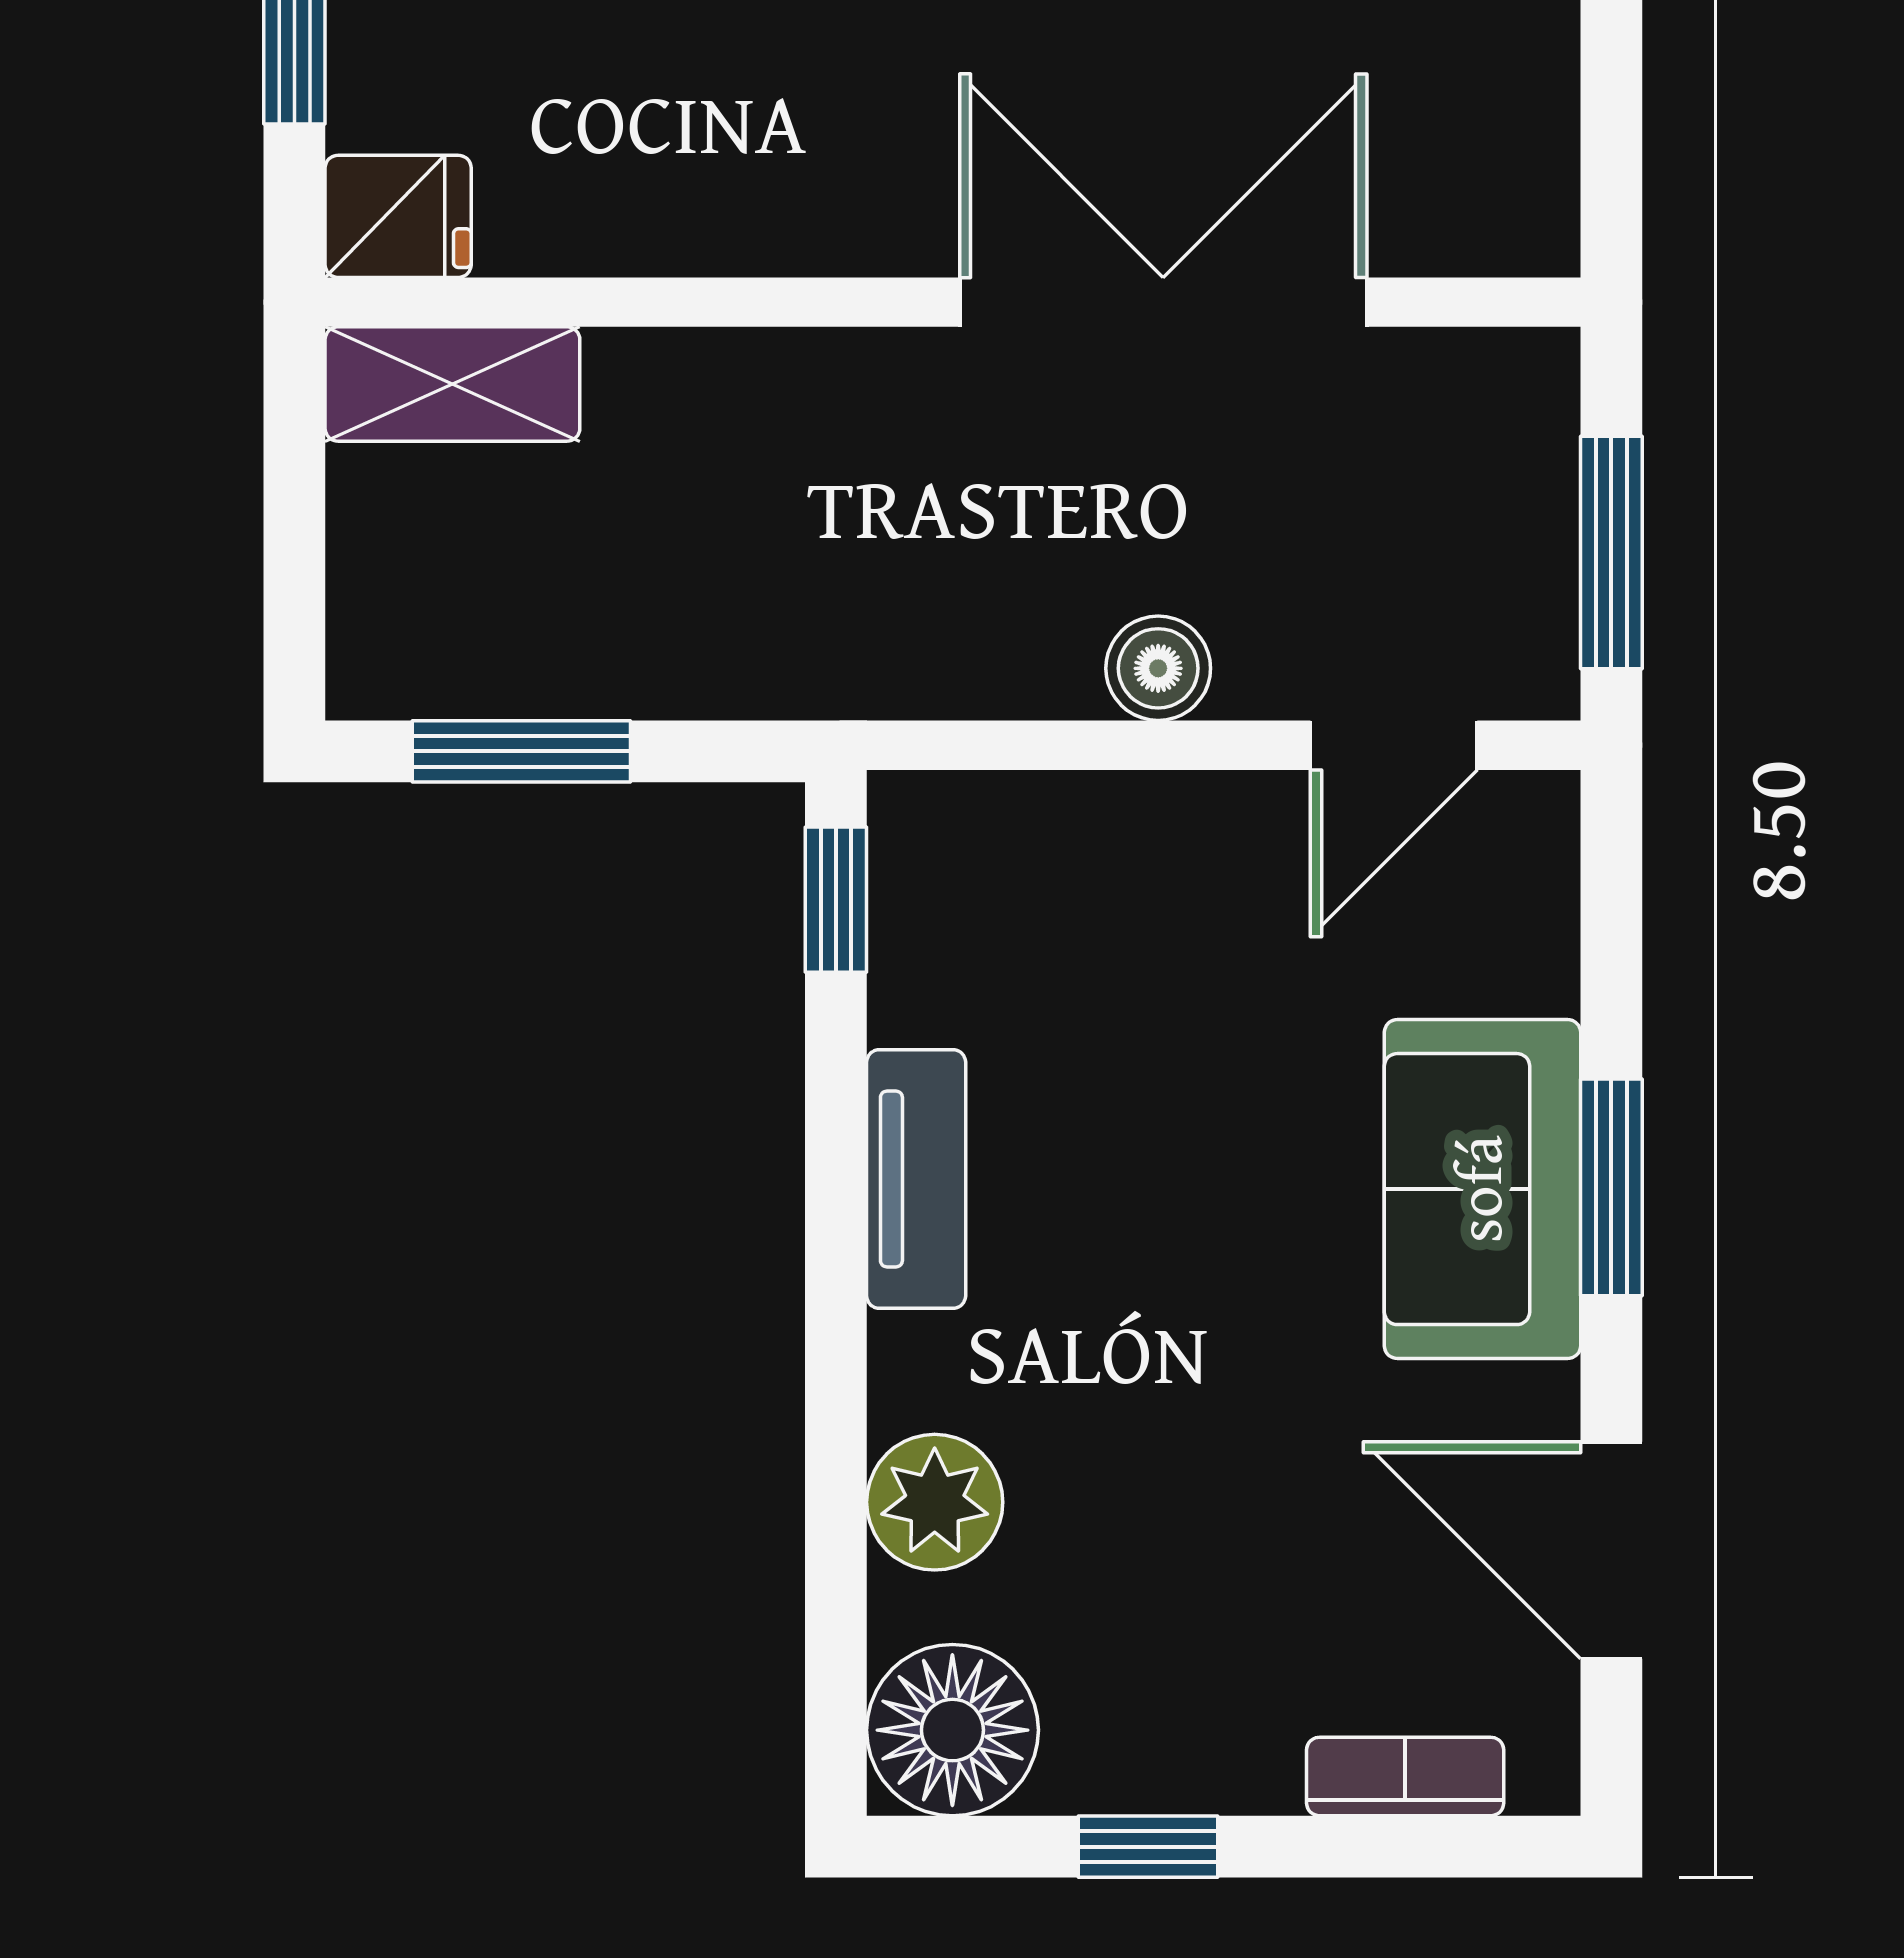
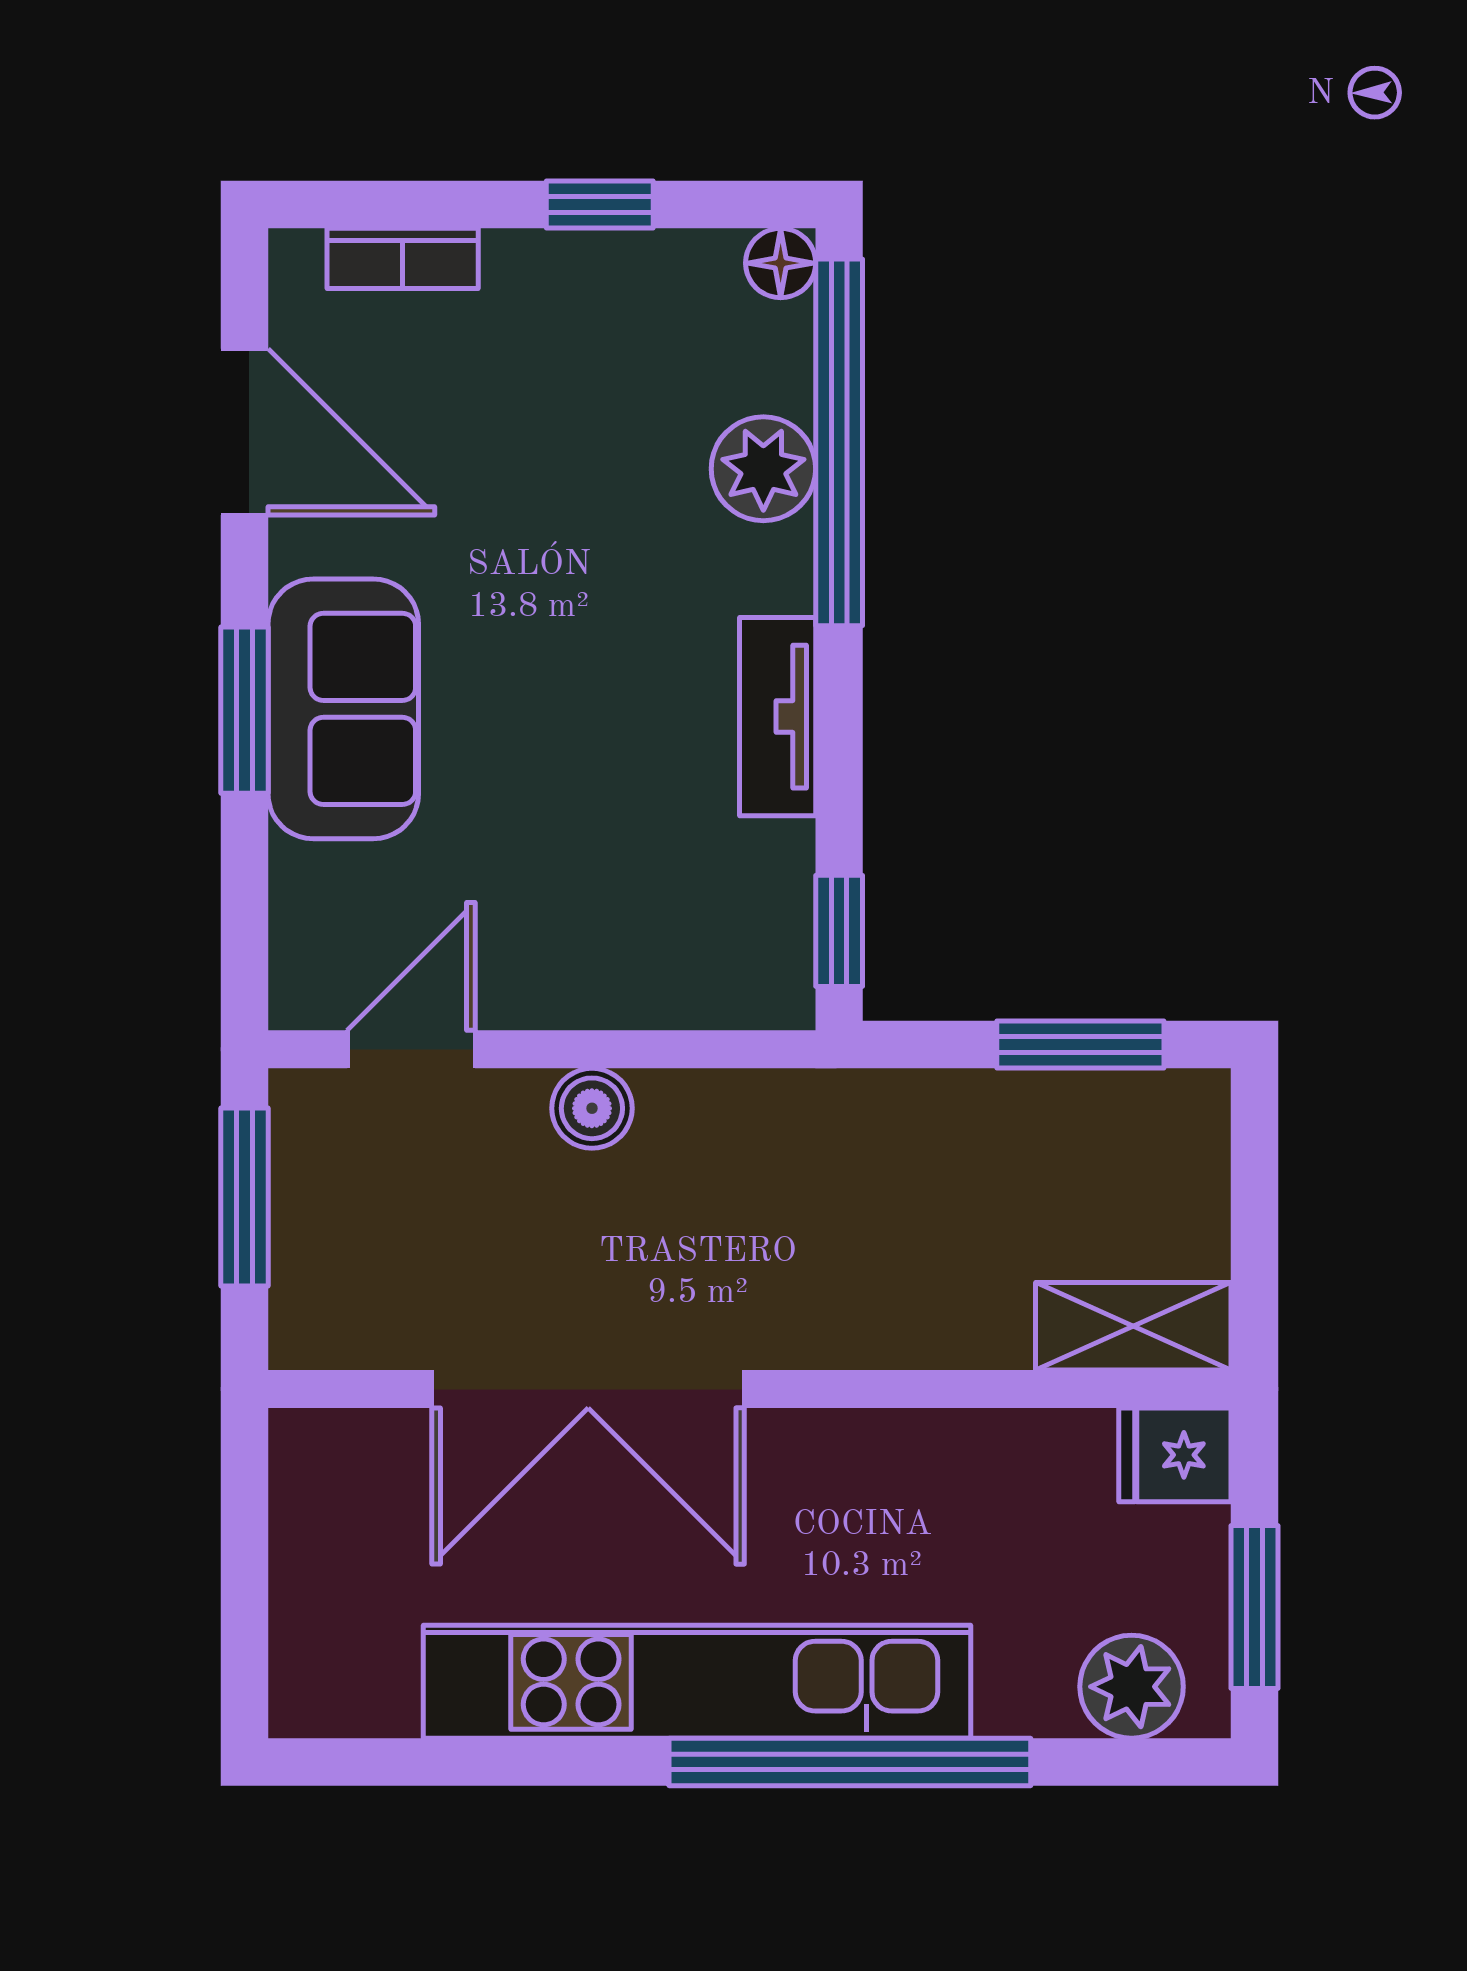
window: (836, 1537) -> (839, 442), added
floor lamp: (952, 1730) -> (781, 263), width x0.53, depth x0.53

